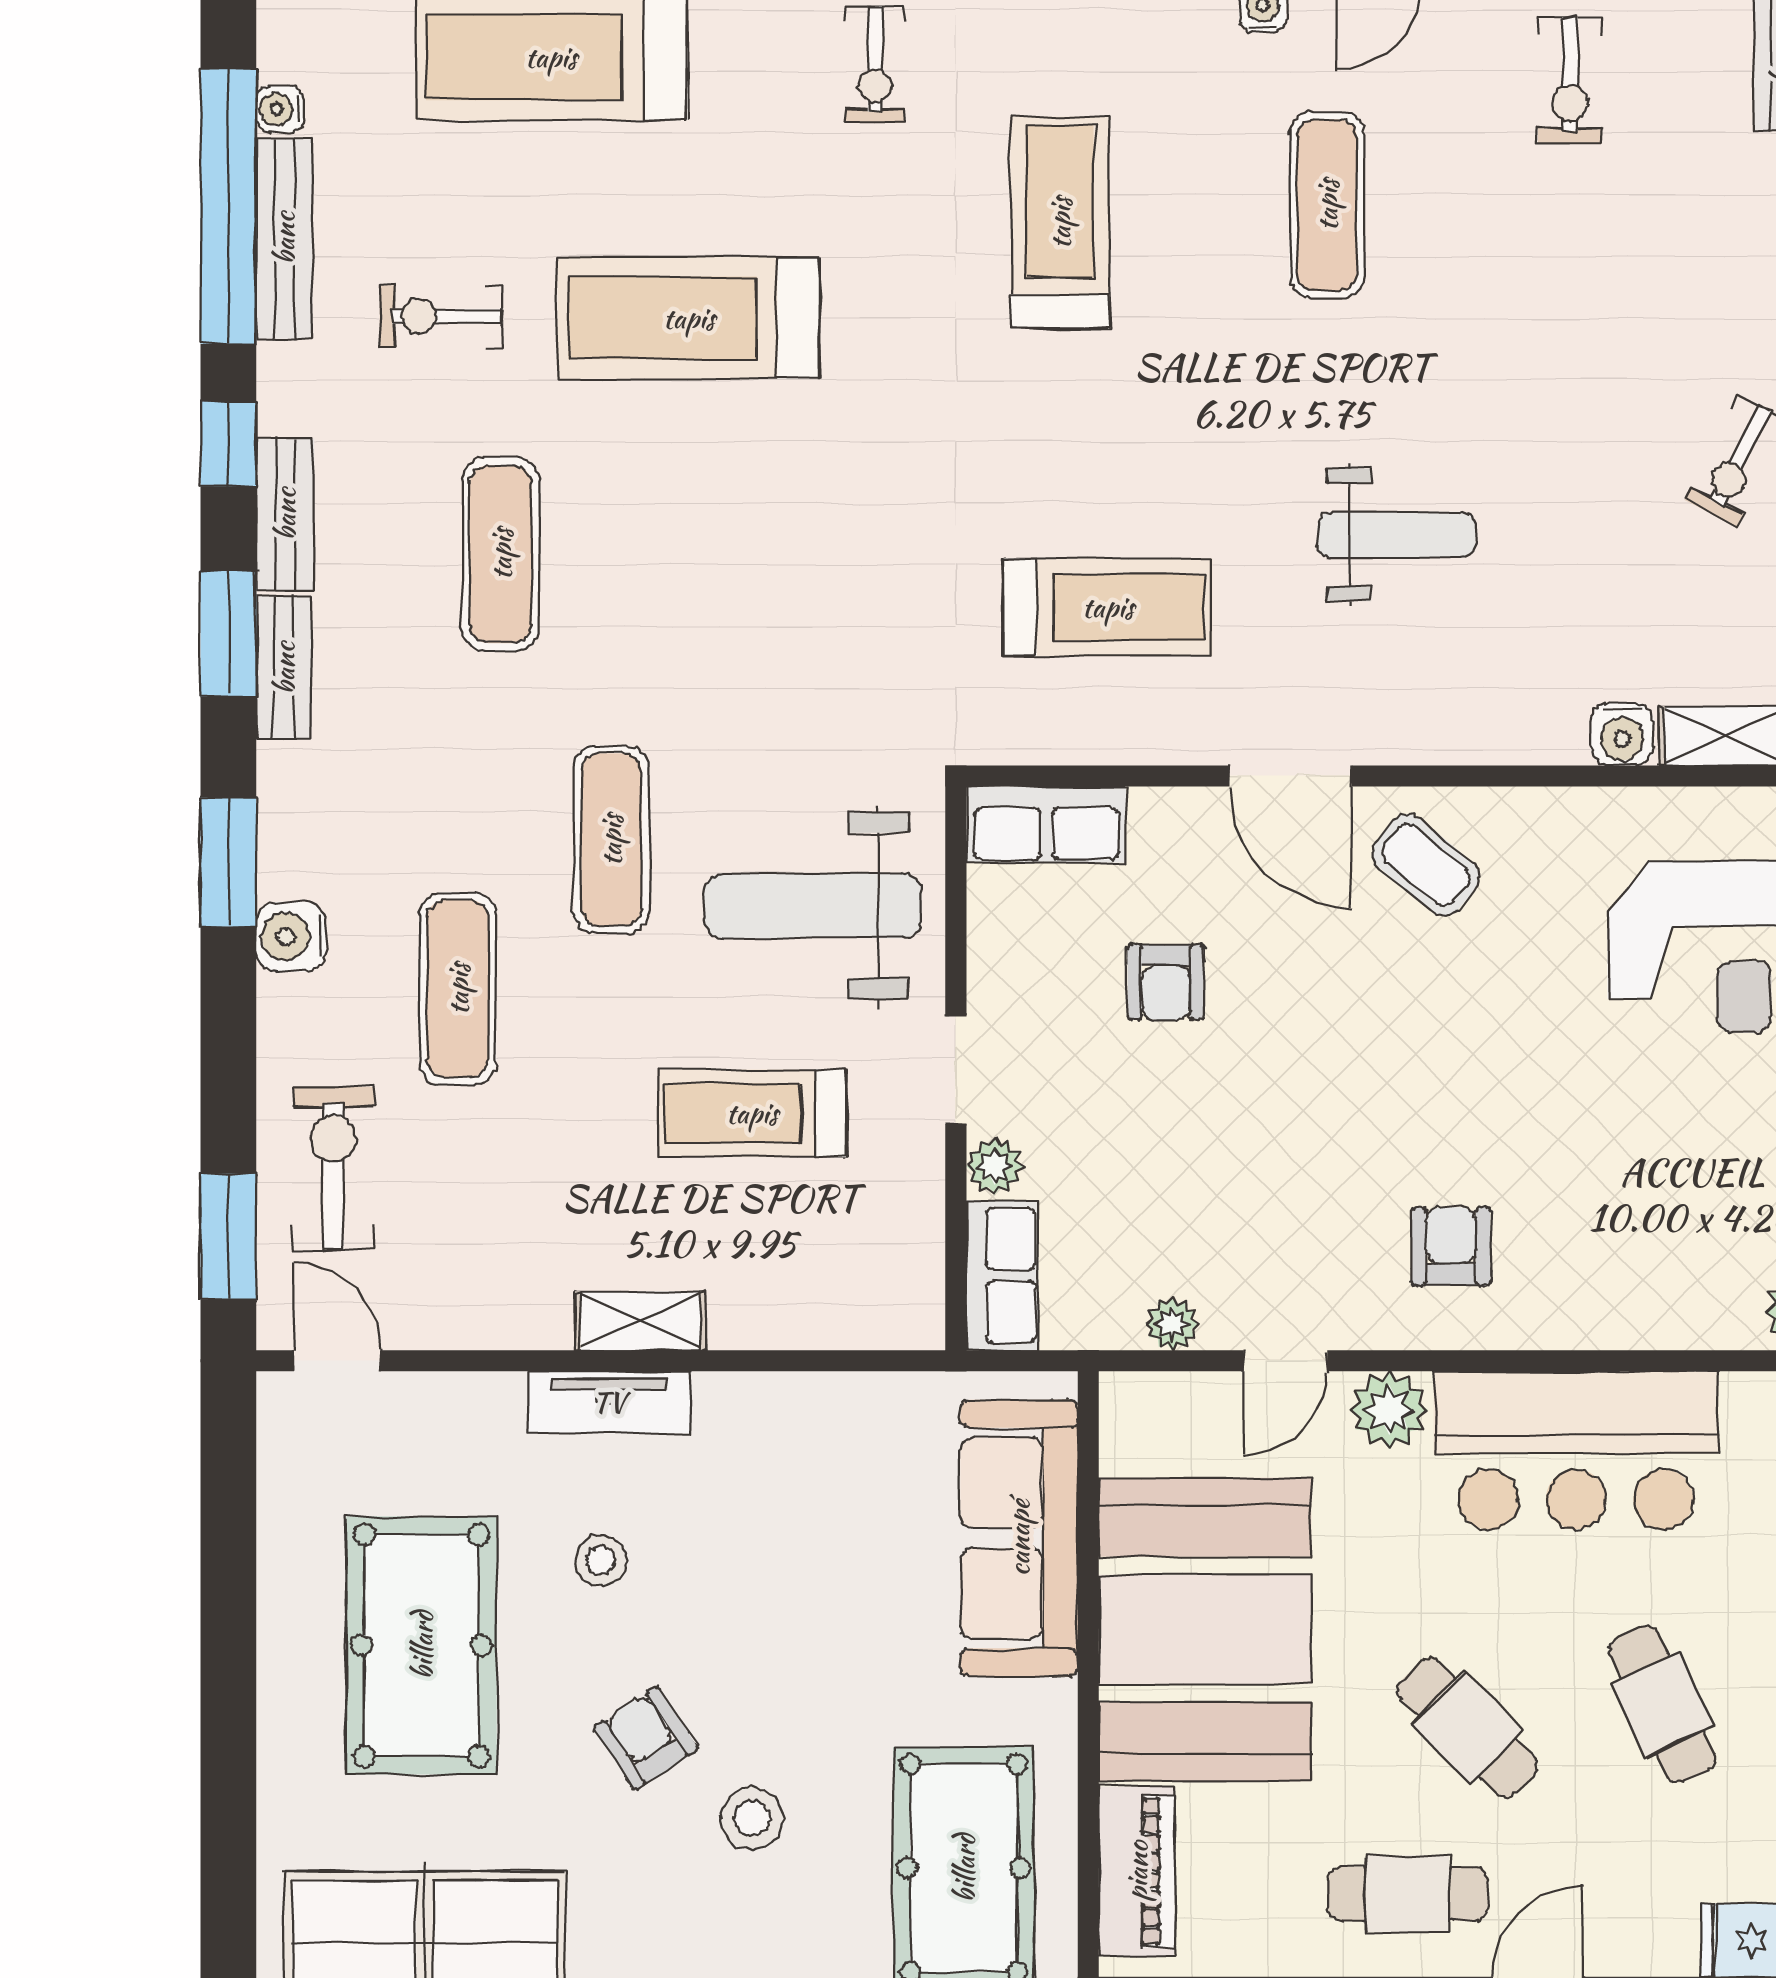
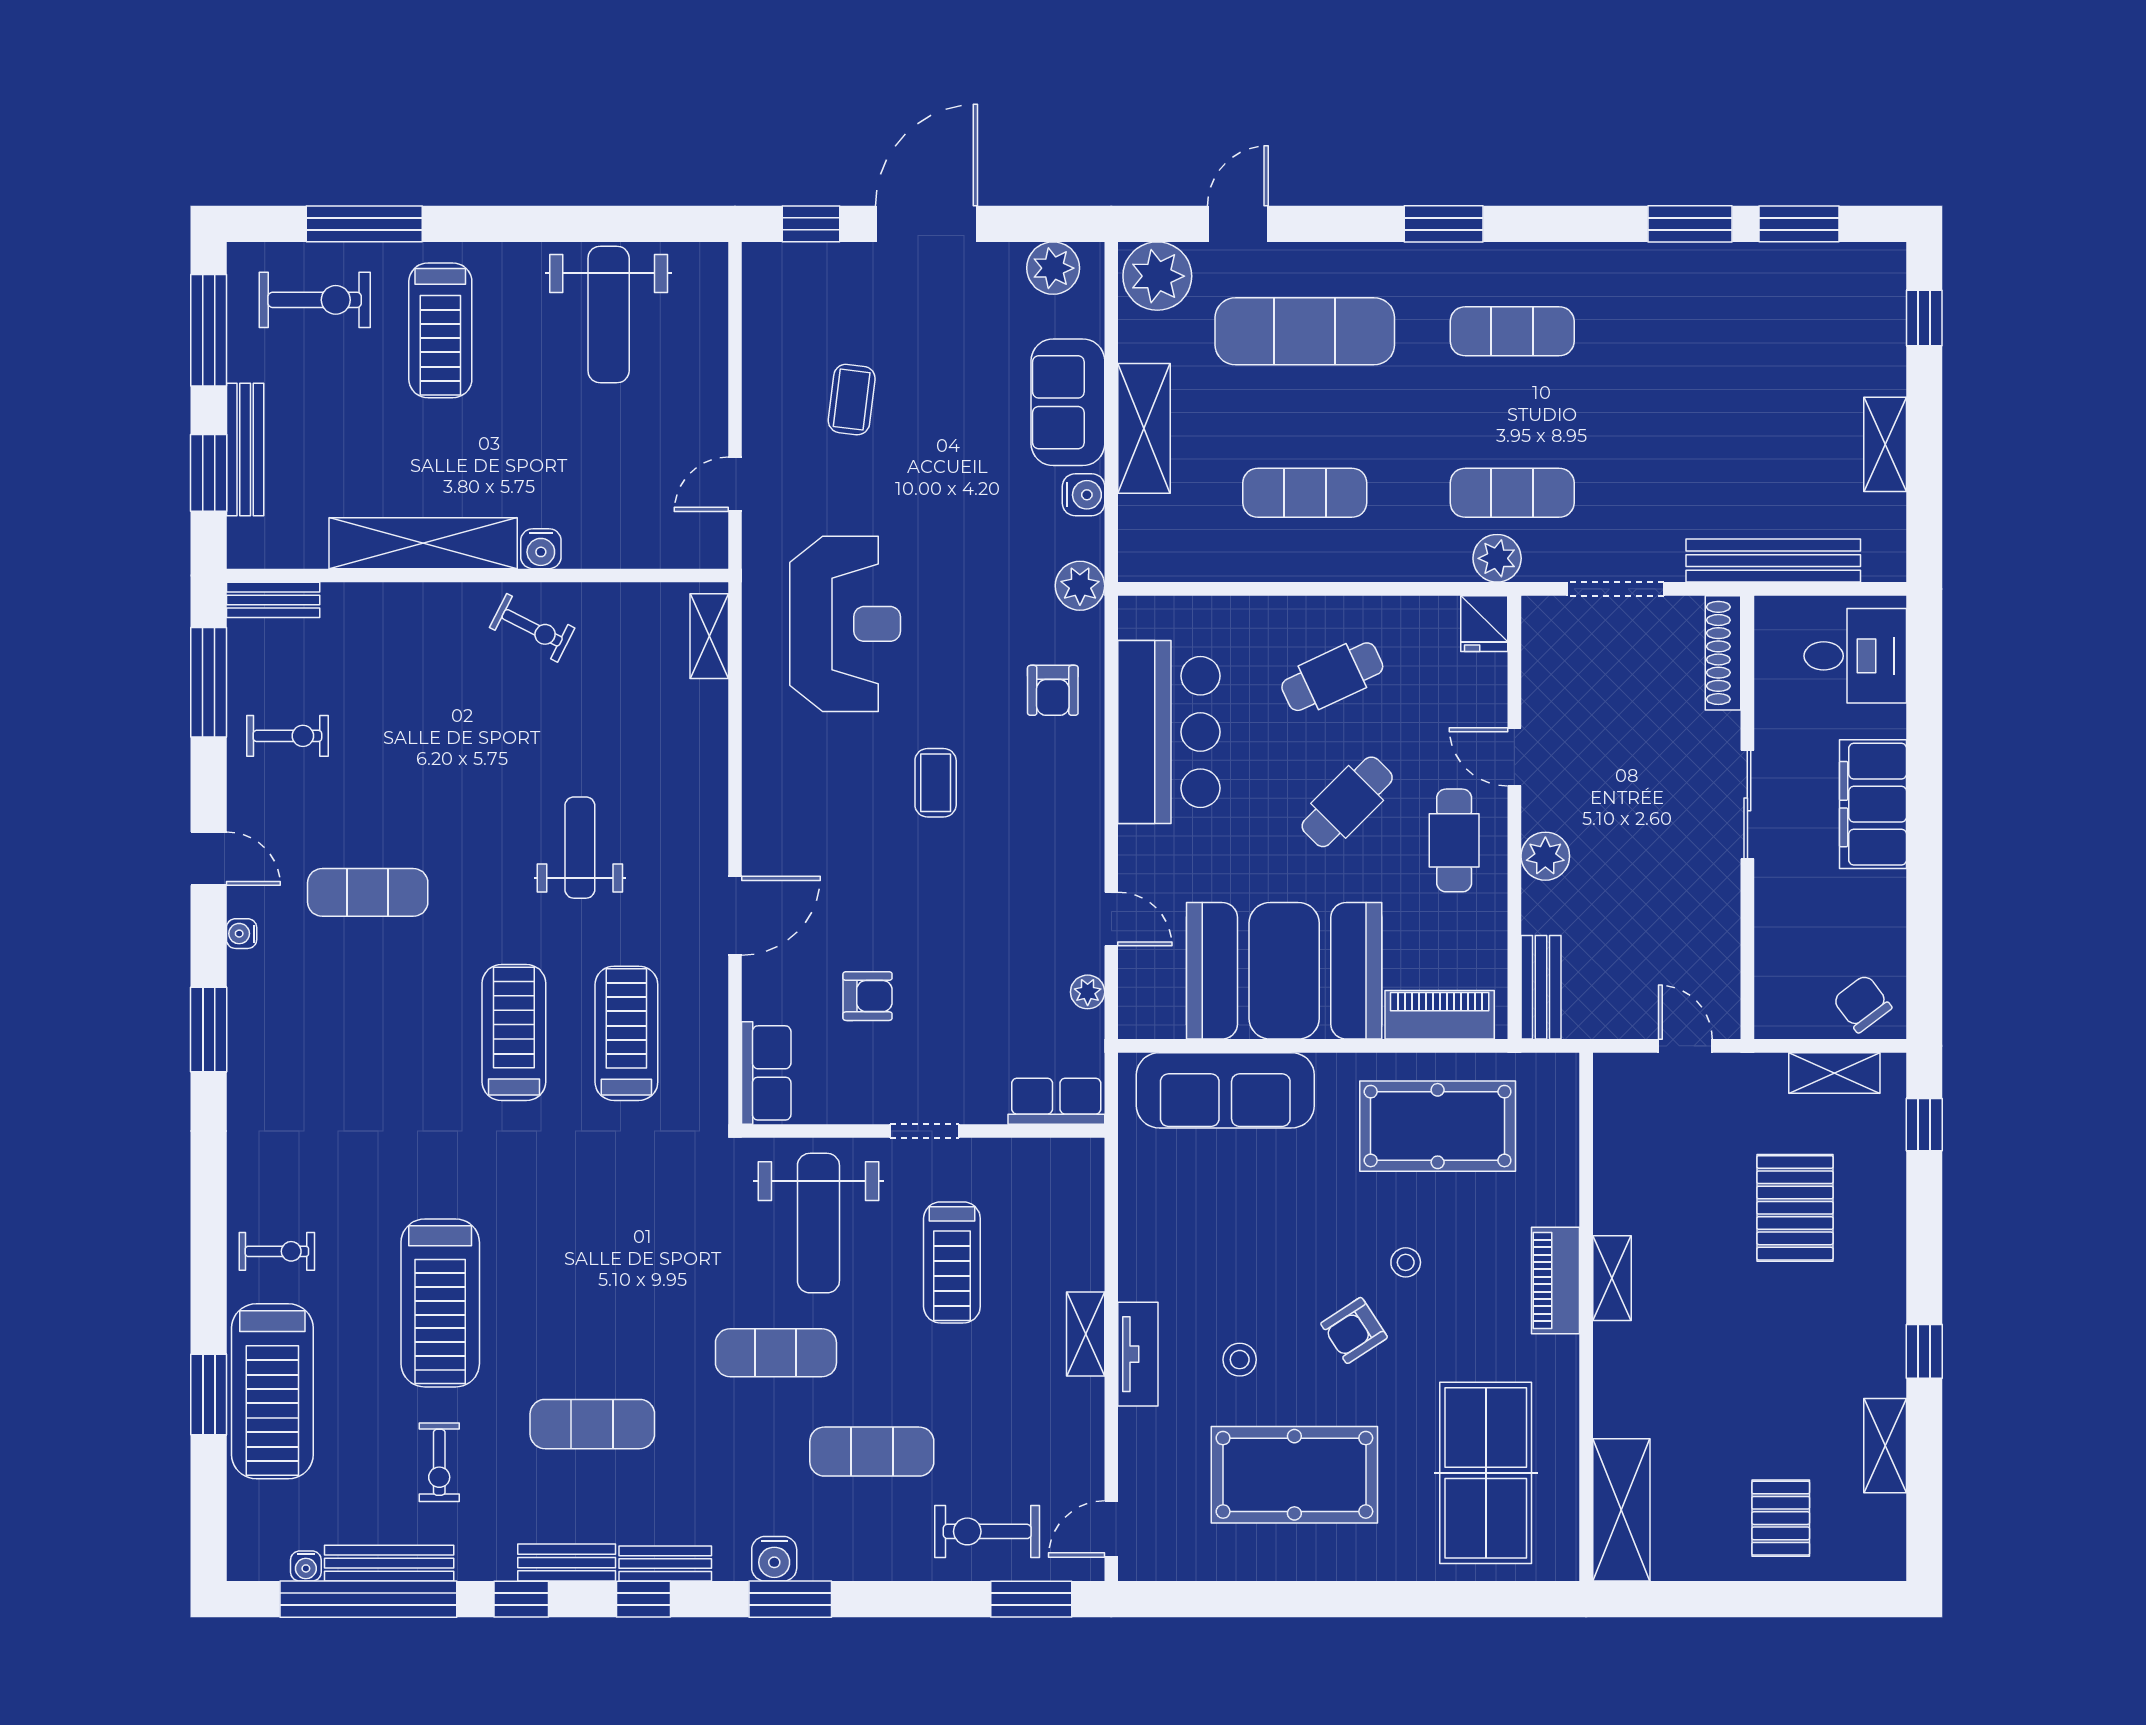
exercise bike: (875, 65) -> (277, 1251), moved
treadmill: (1060, 223) -> (514, 1033), moved, turned 90
window: (228, 634) -> (643, 1599), width x0.67
water cooler: (1622, 734) -> (708, 702), removed
coffee table: (1426, 865) -> (936, 783), moved, turned -40
water cooler: (291, 937) -> (774, 1559), moved
plant: (995, 1166) -> (986, 1106), removed
armchair: (1451, 1246) -> (1053, 690), moved, turned -90
plant: (1389, 1410) -> (1143, 852), removed
stool: (752, 1818) -> (1406, 1262), width x0.73, depth x0.73

